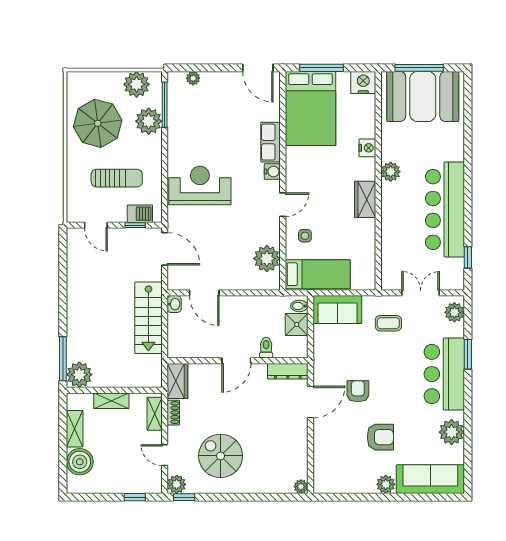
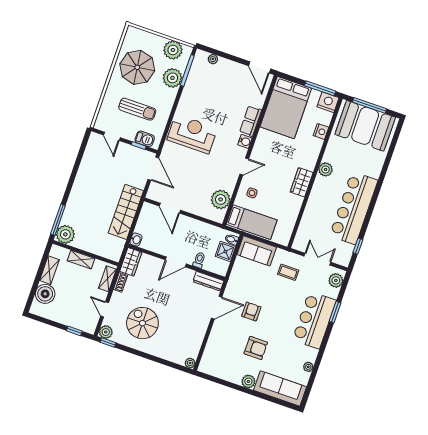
window: (321, 68) -> (320, 88), moved
nightstand: (367, 148) -> (321, 131), moved
washbasin: (174, 304) -> (136, 240), moved
plant: (452, 432) -> (308, 367), width x0.53, depth x0.53

